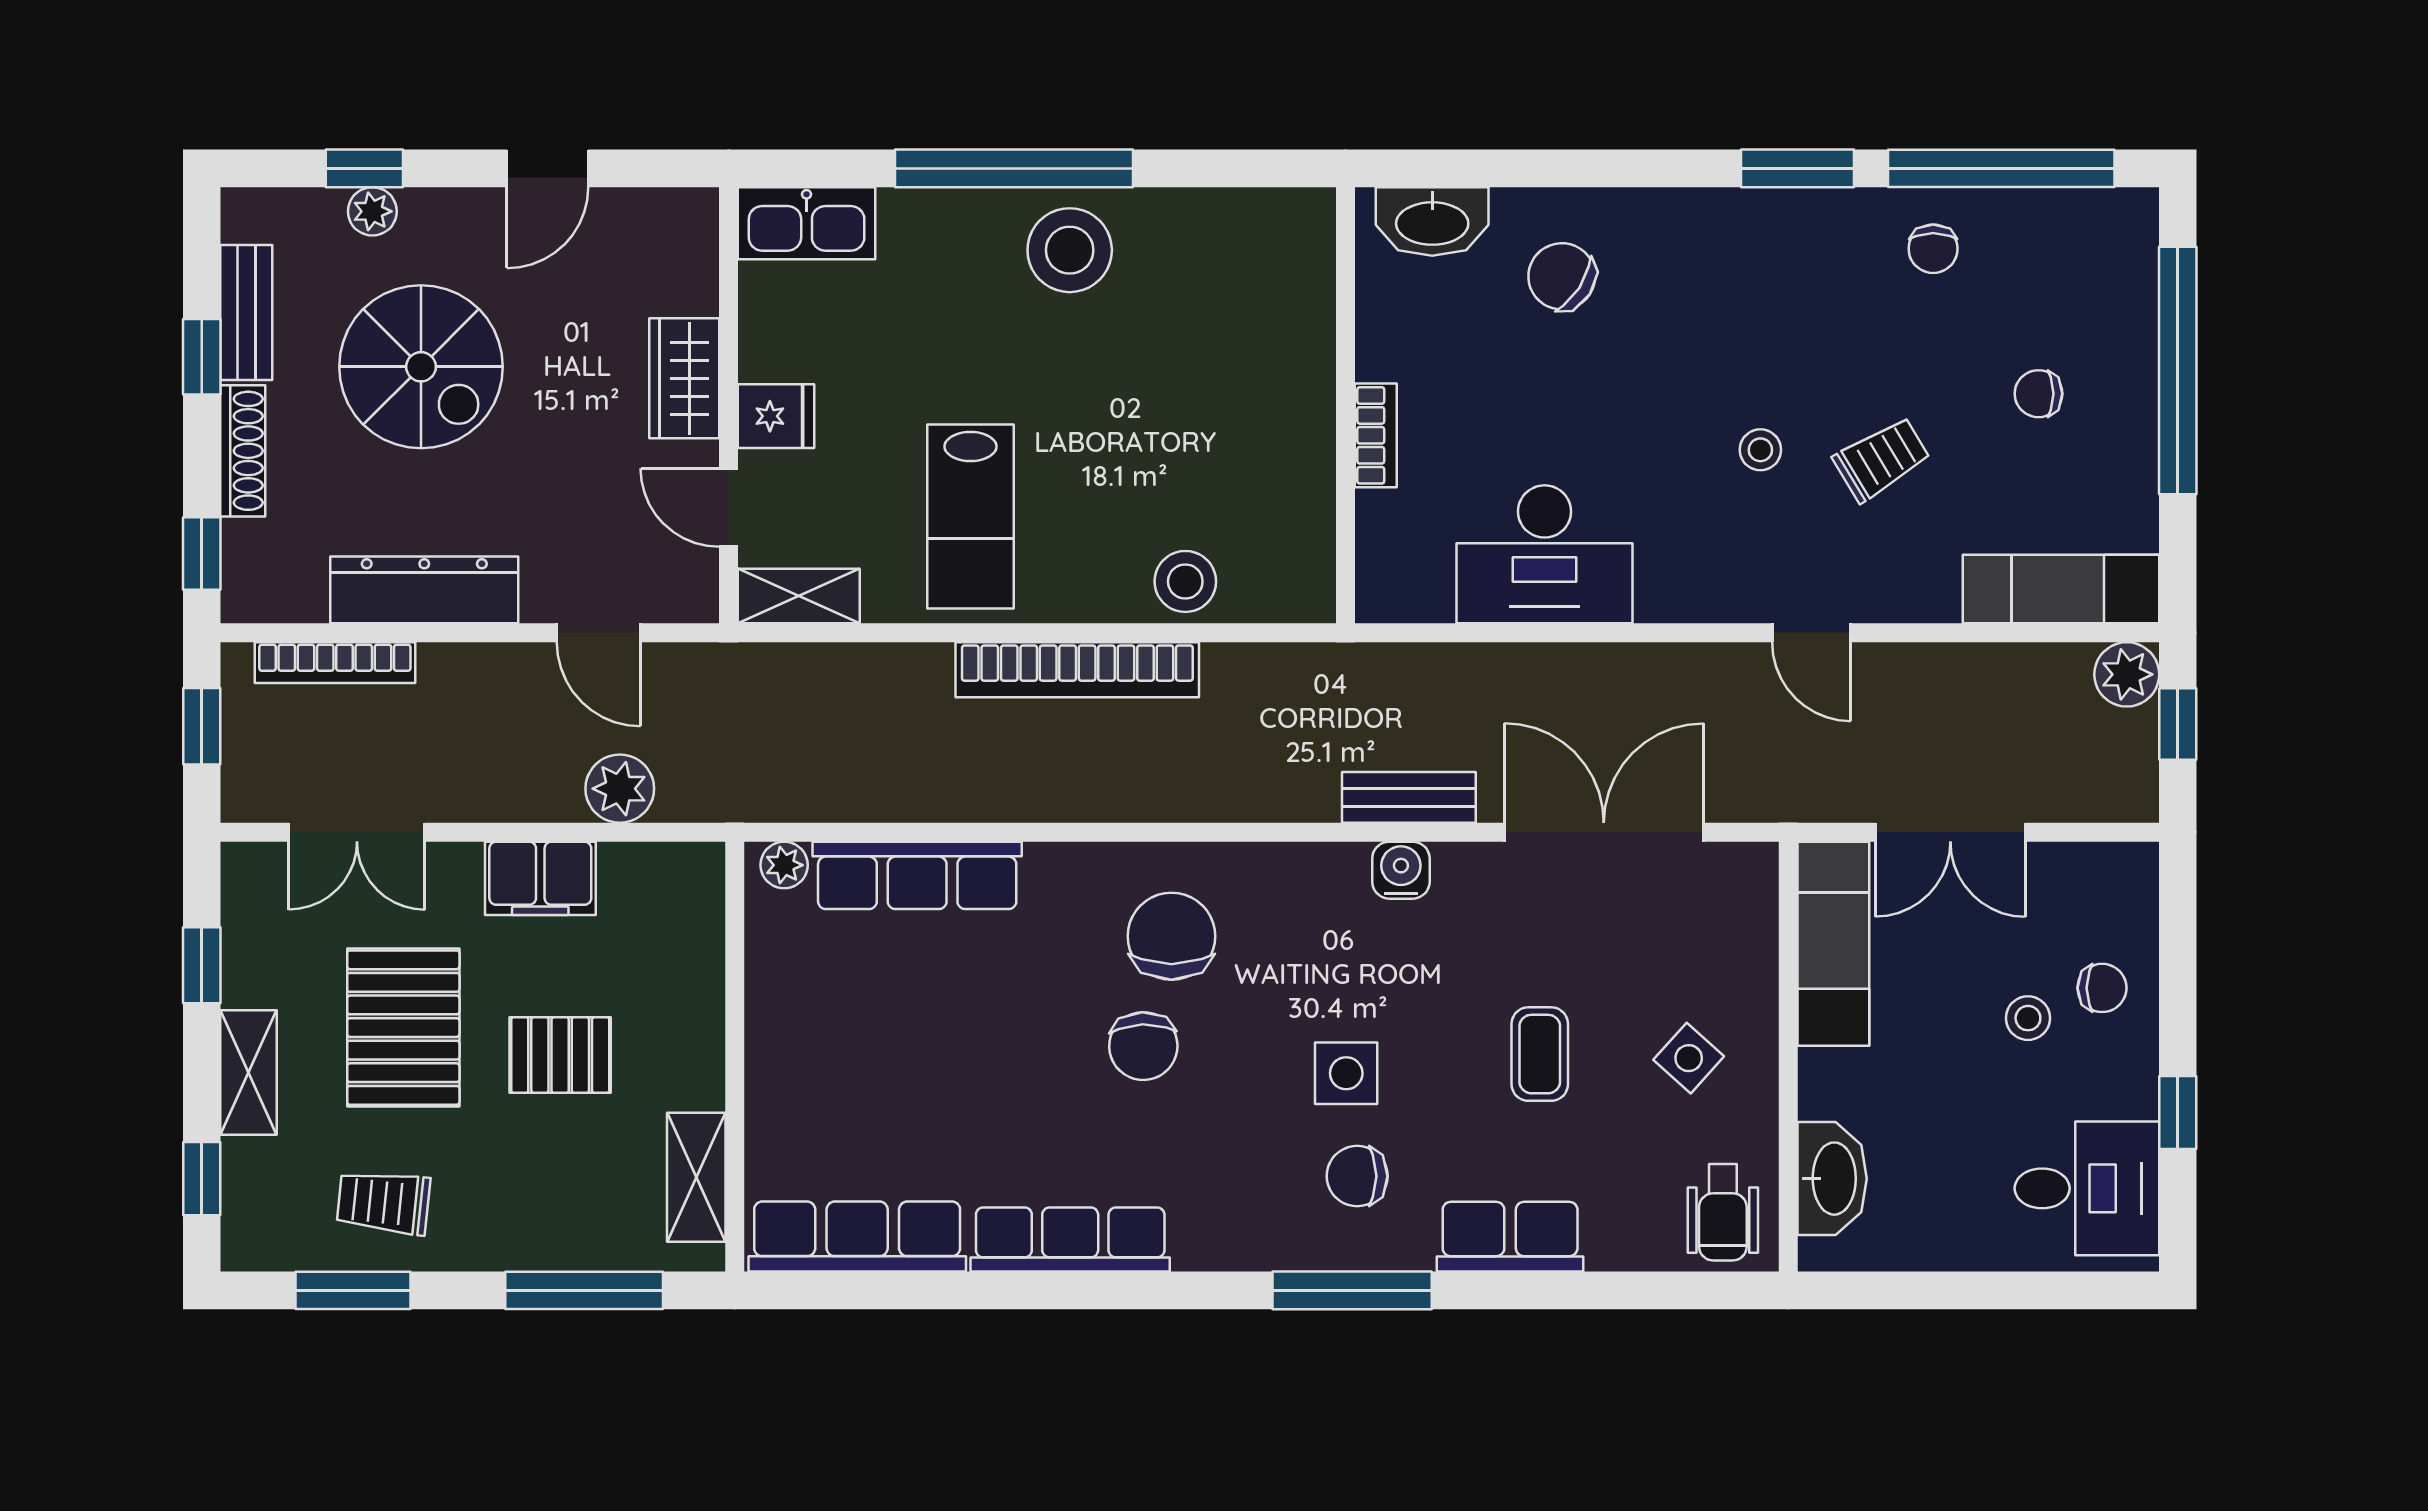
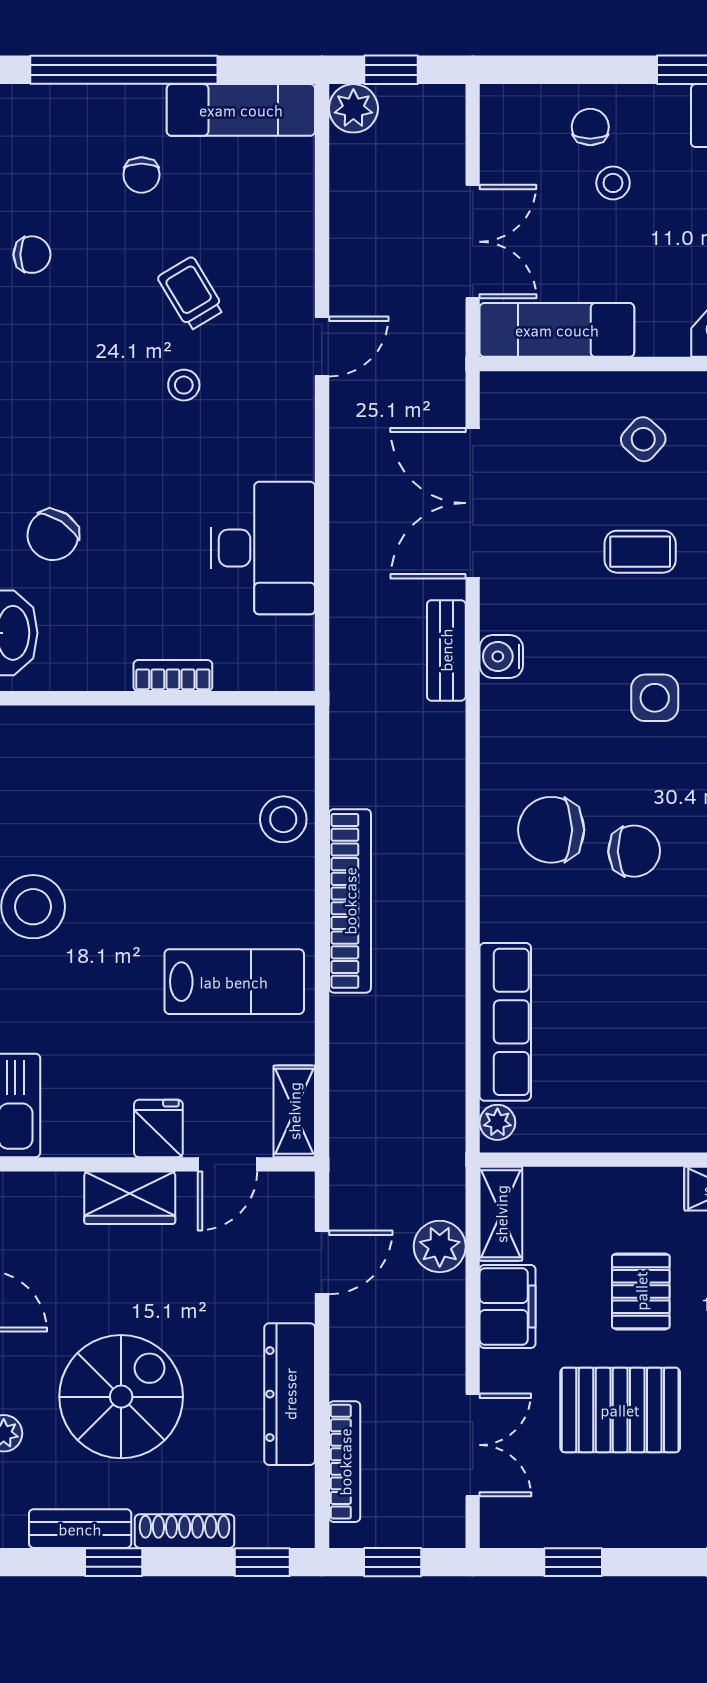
exam couch: (2061, 589) -> (241, 110), moved, turned -90
shelving: (249, 1072) -> (501, 1214), moved, turned 90

